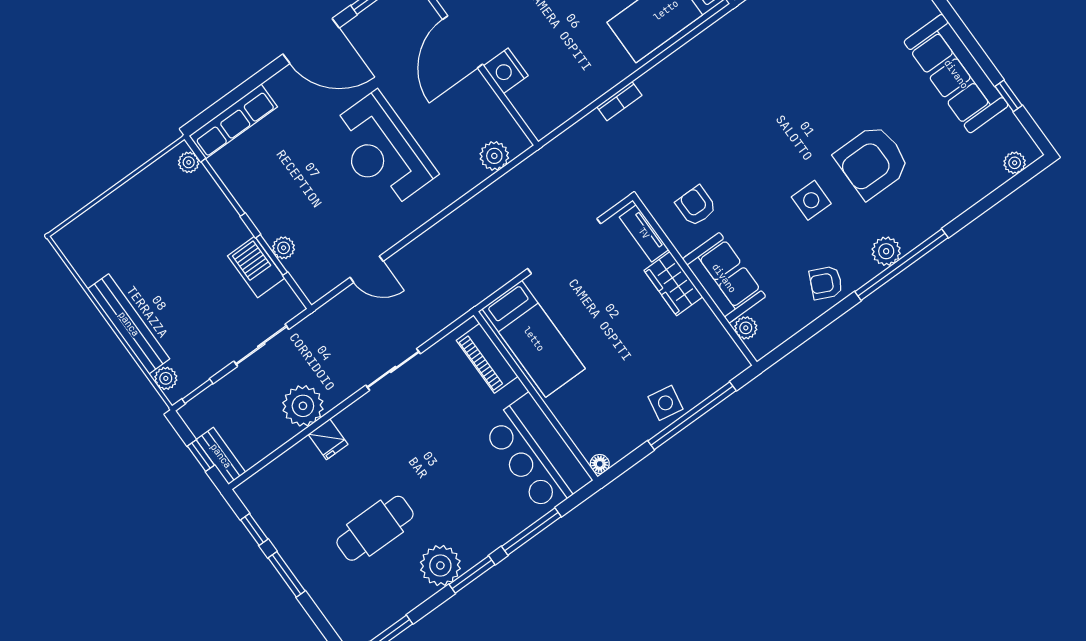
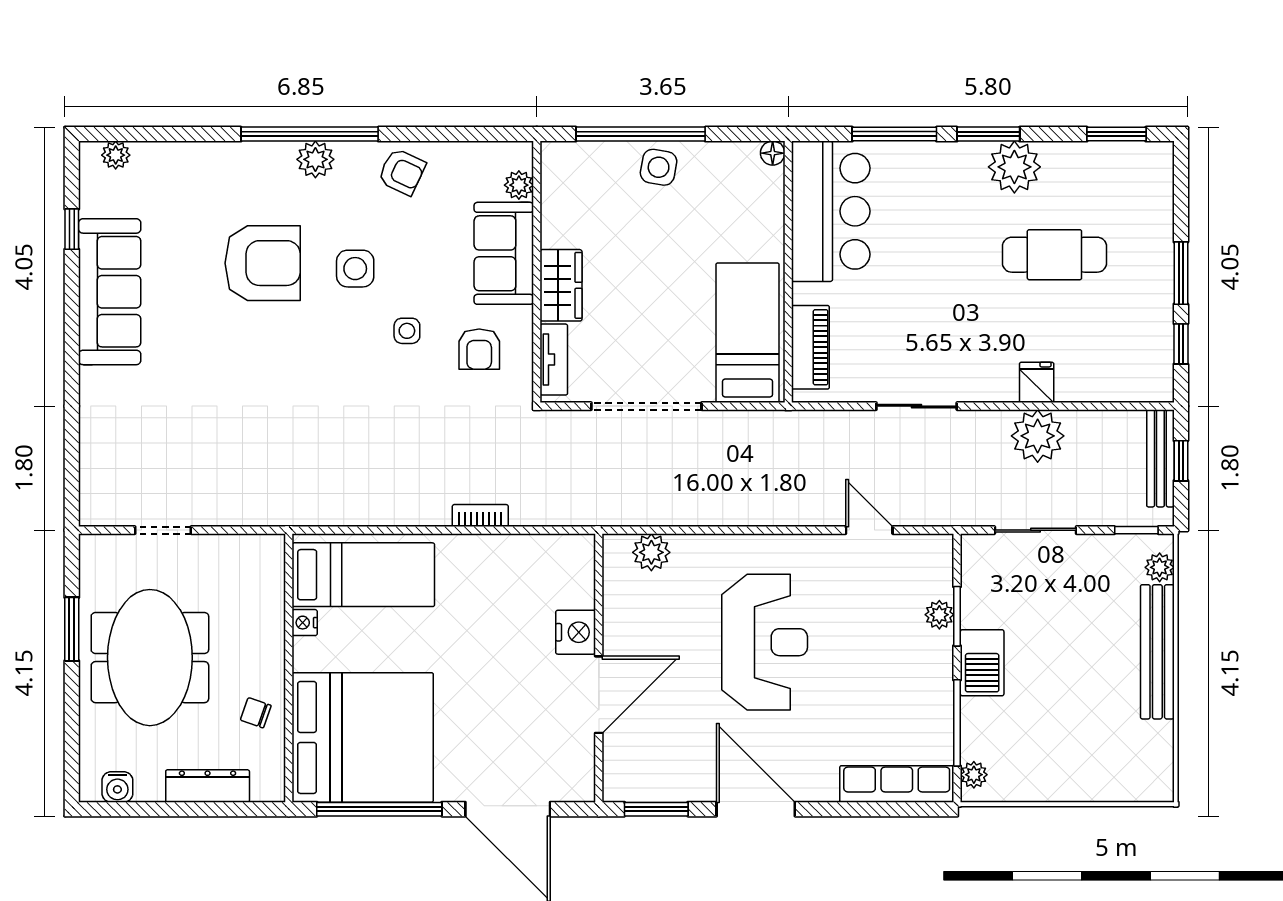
side table: (750, 184) -> (407, 331), added
barbecue: (256, 267) -> (982, 663), moved
bench: (221, 456) -> (1160, 458), width x1.36

